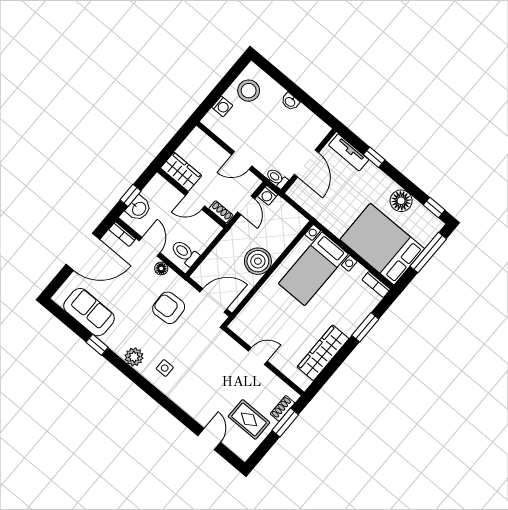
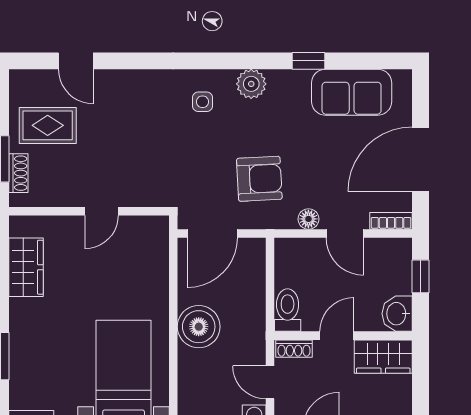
washbasin: (139, 208) -> (397, 314), moved
toilet: (185, 253) -> (288, 310), moved, turned -90
wardrobe: (323, 353) -> (26, 267), width x0.67

